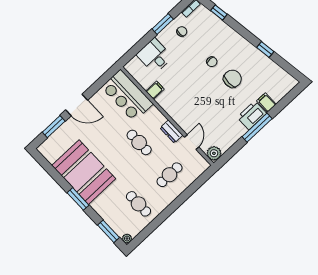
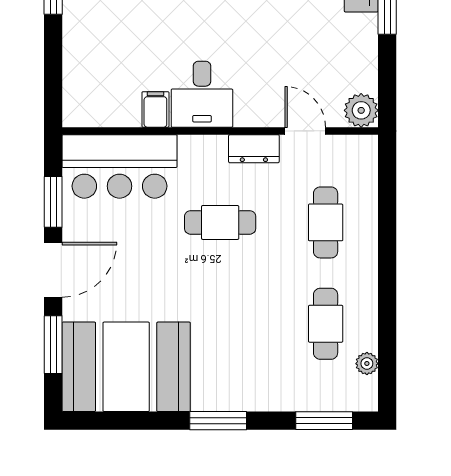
desk: (154, 56) -> (202, 94), moved, turned -90
window: (97, 86) -> (53, 202), added
booth: (84, 172) -> (126, 367), moved
cafe table: (139, 204) -> (326, 324), turned 90
plant: (127, 239) -> (367, 364), moved

